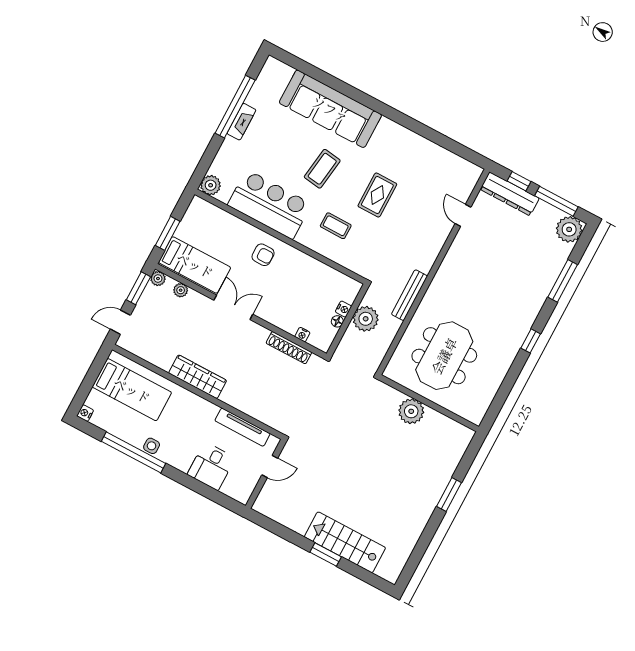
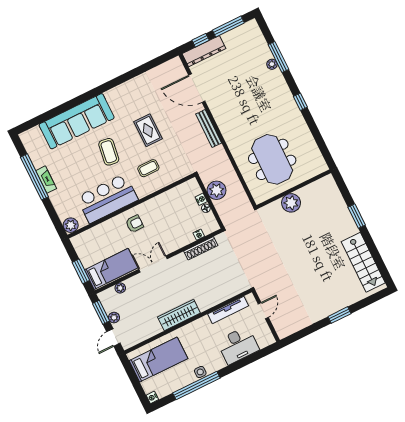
door: (463, 215) -> (197, 88), width x1.88
plant: (569, 229) -> (272, 64), moved, width x0.53, depth x0.53
plant: (158, 279) -> (114, 318), moved
bench: (409, 295) -> (209, 129), moved
desk: (211, 466) -> (238, 345), width x1.37
stairs: (345, 542) -> (363, 262), moved, turned -90

